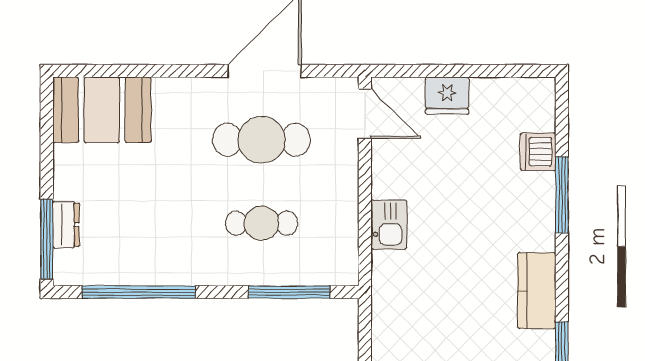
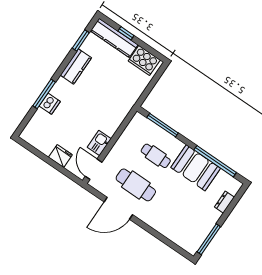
booth: (102, 110) -> (196, 168), moved
dishwasher: (538, 152) -> (50, 104), moved
kitchen sink: (389, 225) -> (99, 143), moved
window: (47, 239) -> (209, 239), moved

